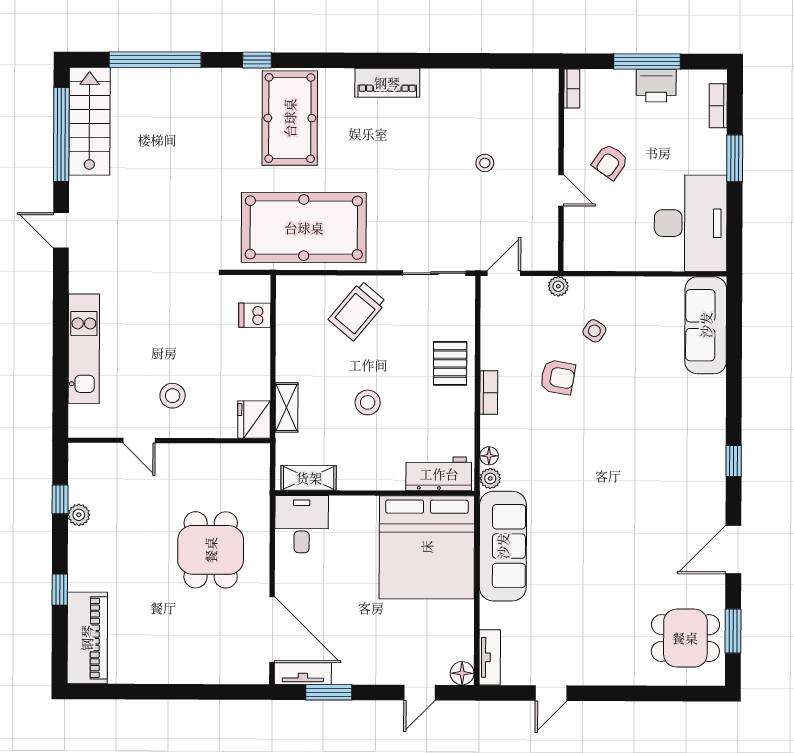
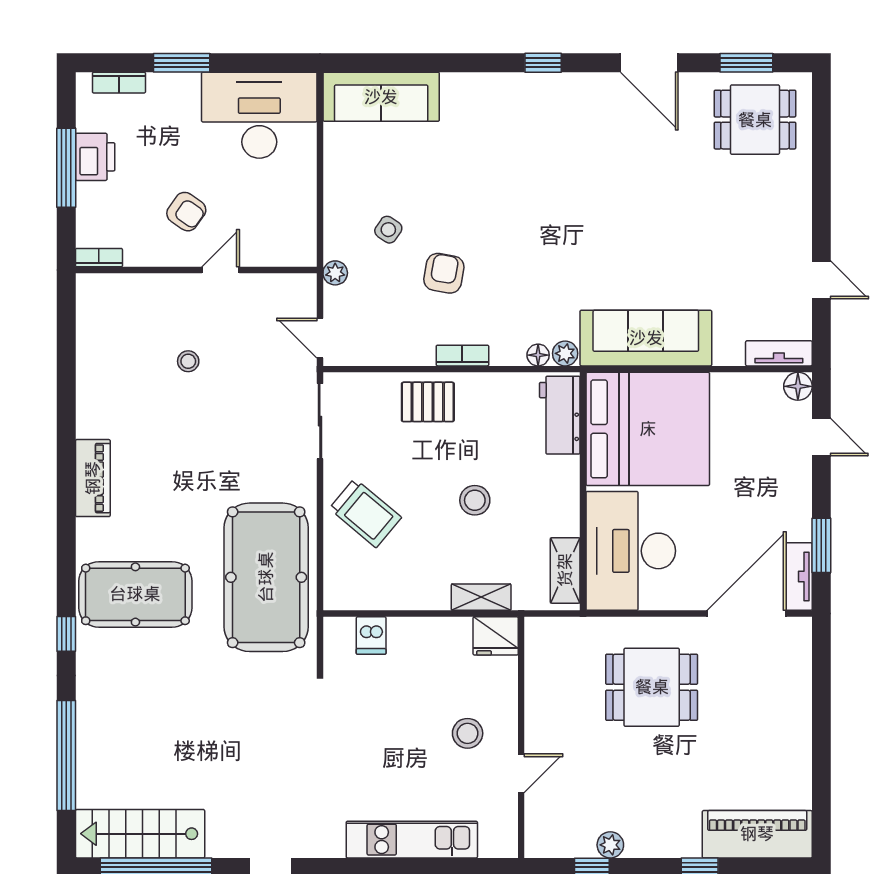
desk: (302, 524) -> (631, 551), width x1.87, depth x1.30
dining table: (685, 638) -> (755, 120), turned 90

